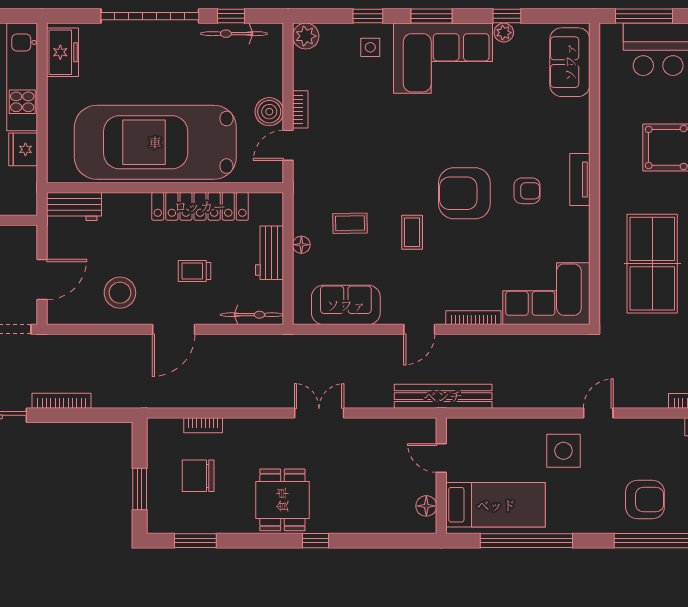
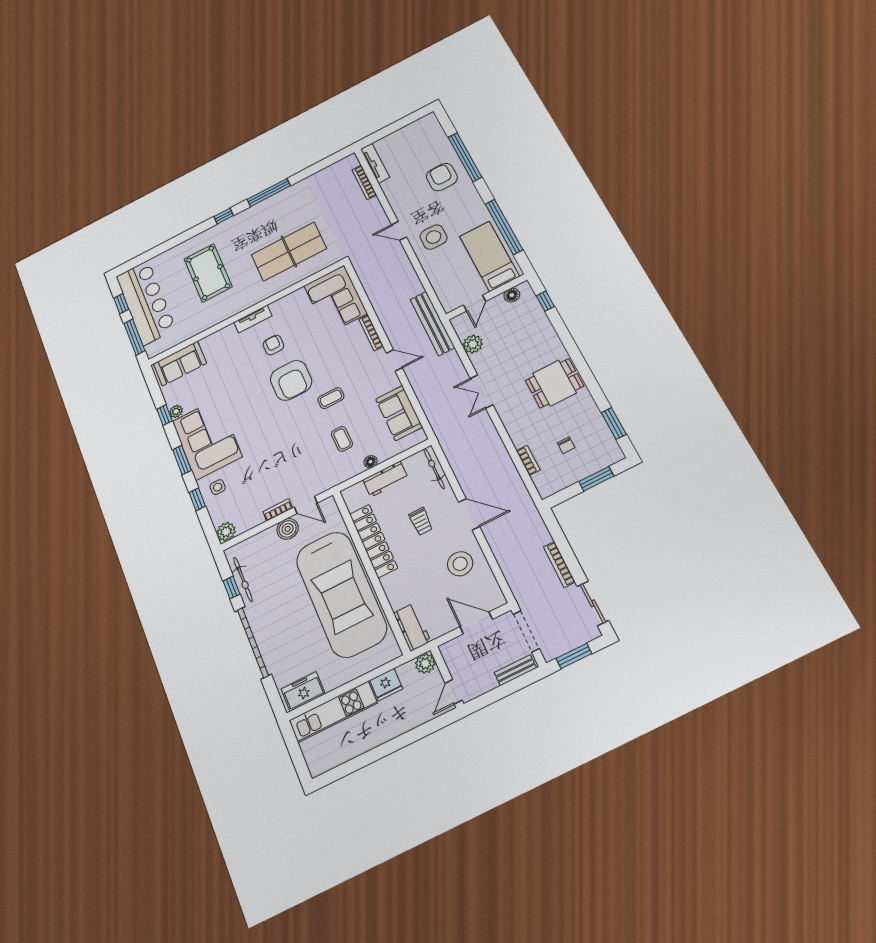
plant: (25, 203) -> (425, 663), added
plant: (387, 431) -> (473, 344), added
chair: (198, 476) -> (566, 445), width x0.54, depth x0.54
window: (315, 541) -> (545, 301), moved

